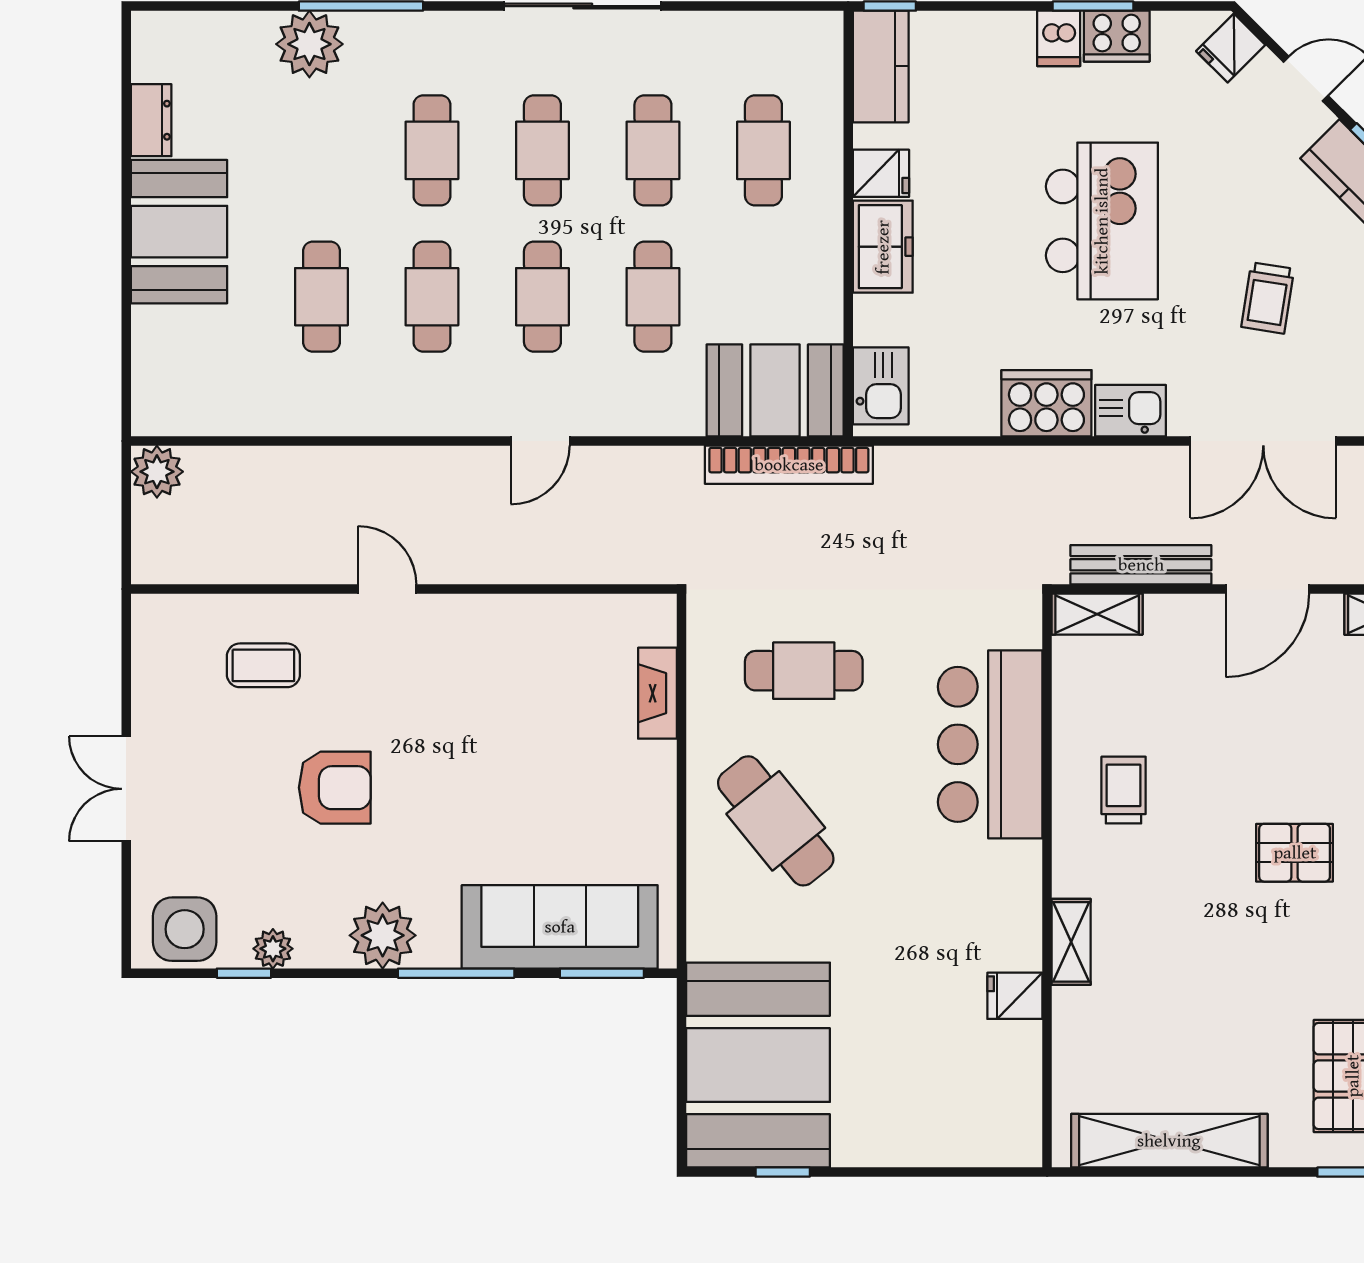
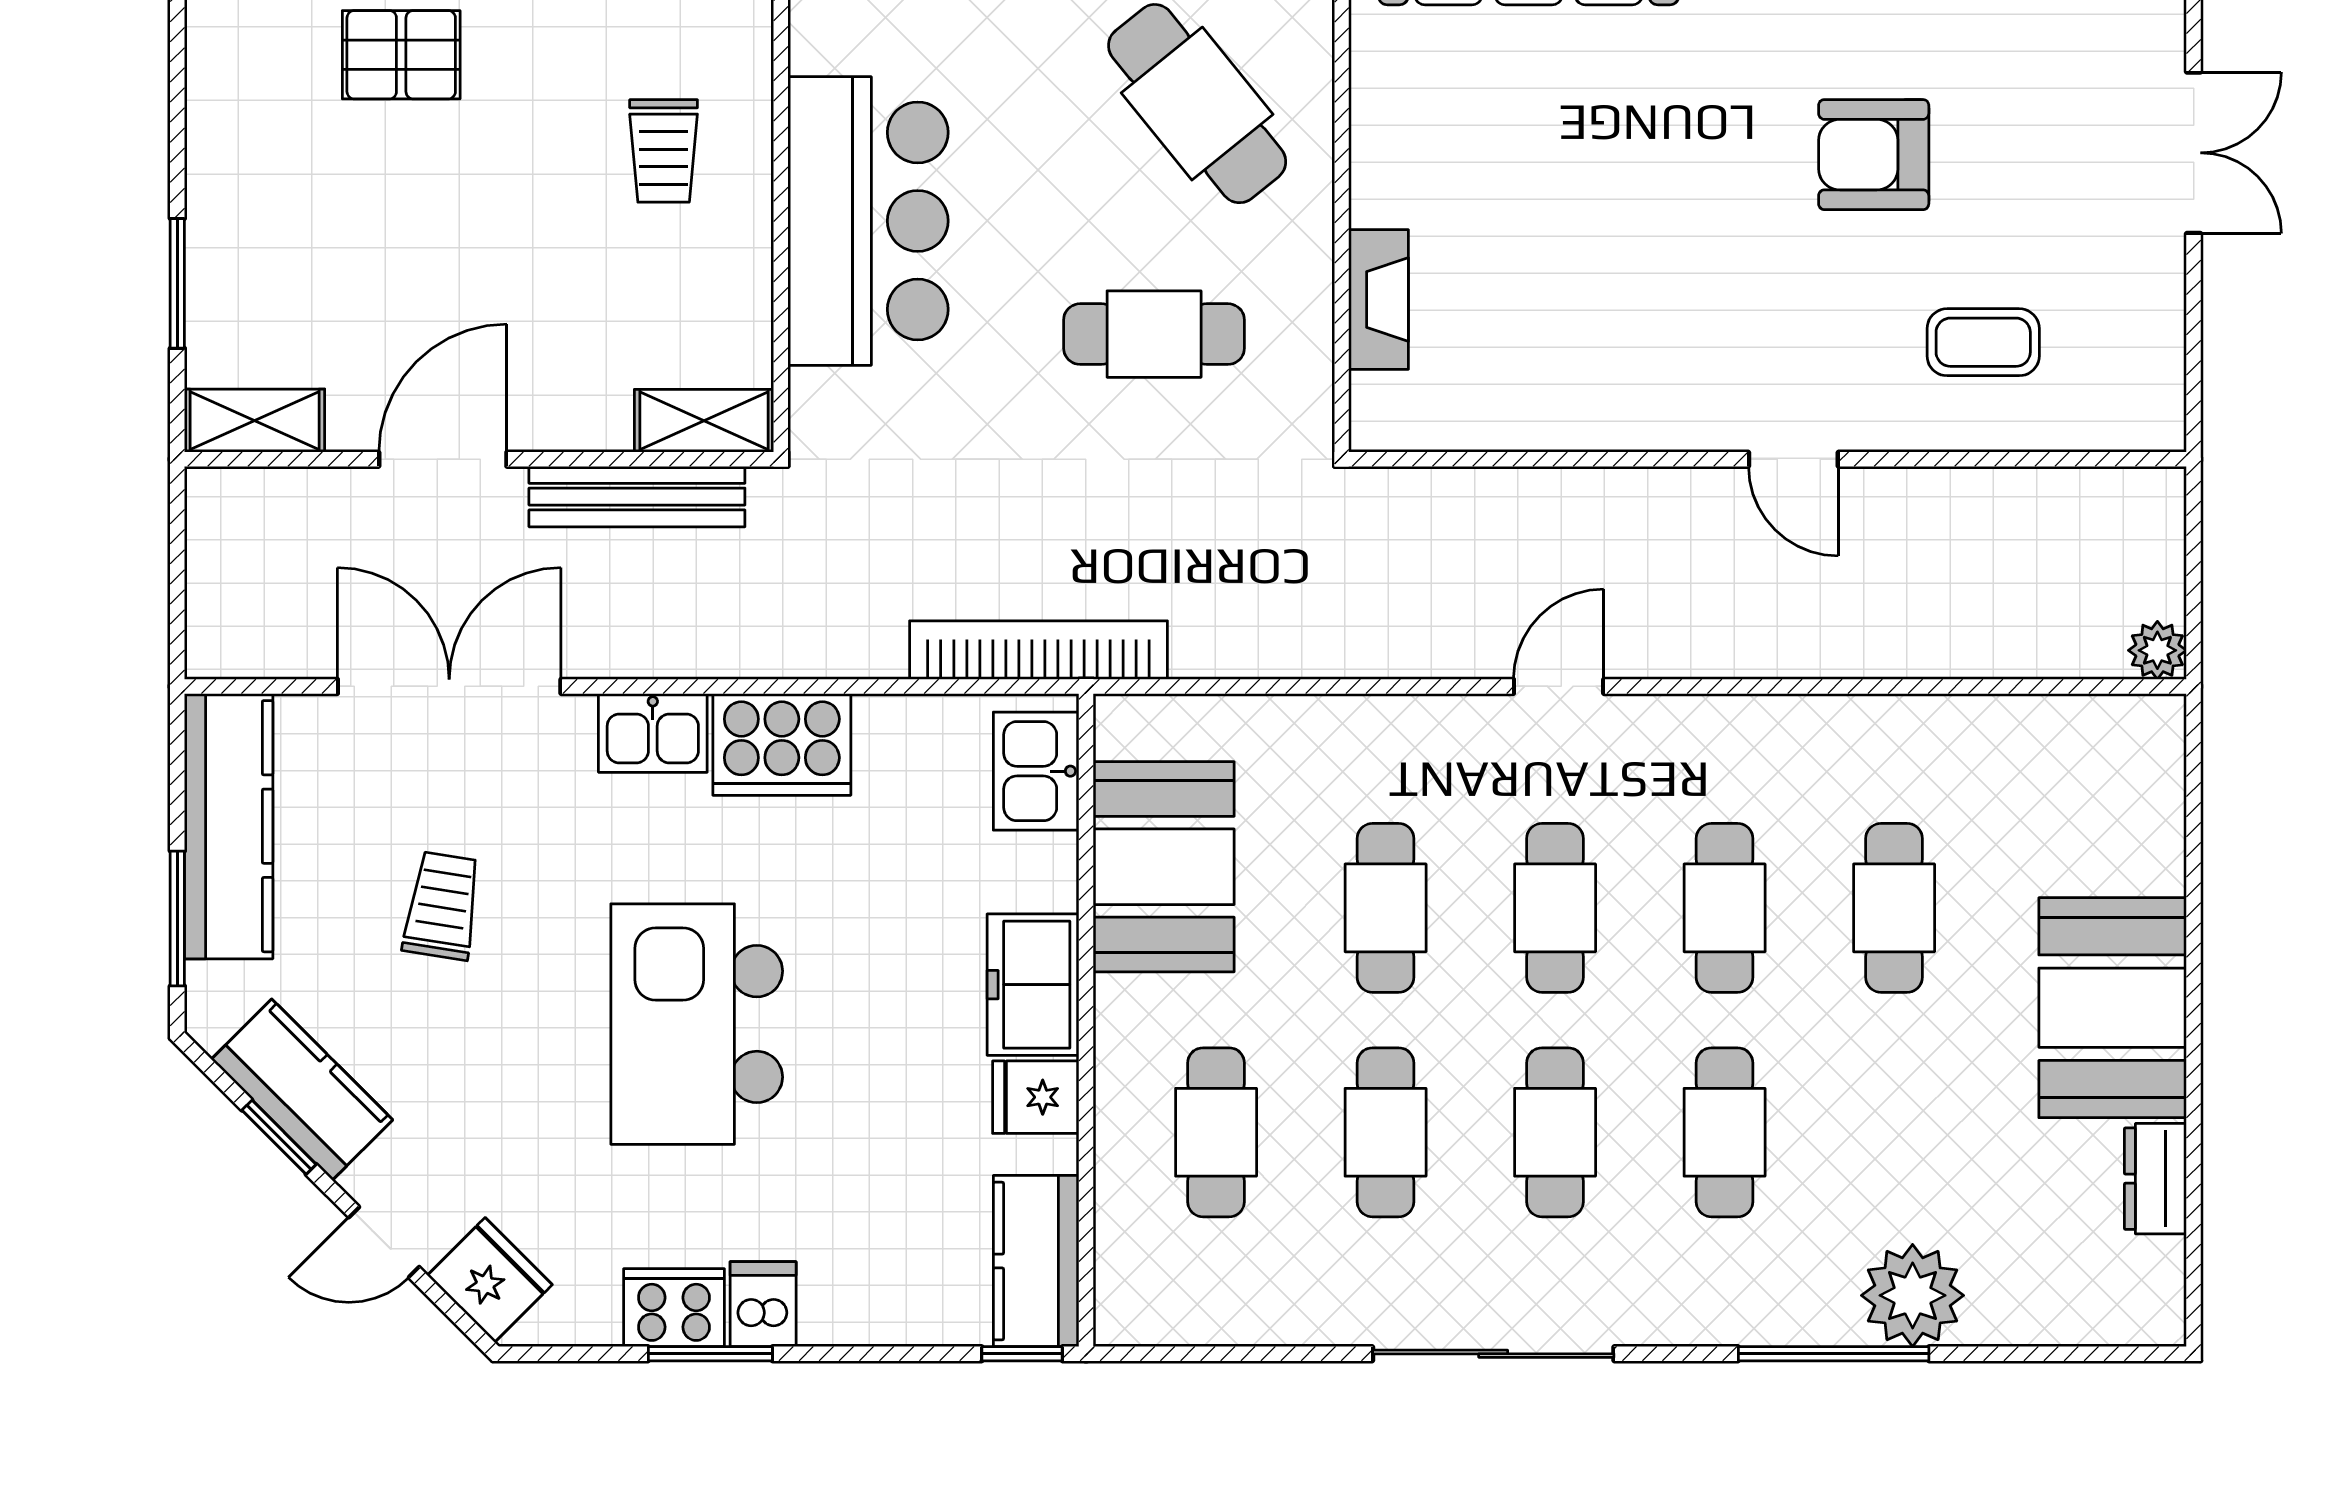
fridge: (1231, 48) -> (490, 1280), width x1.38
booth: (775, 390) -> (1164, 867), moved, turned 90
bookcase: (789, 465) -> (1038, 650), moved
plant: (157, 472) -> (2157, 650), width x0.73, depth x0.73

